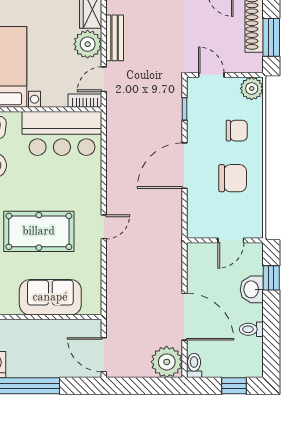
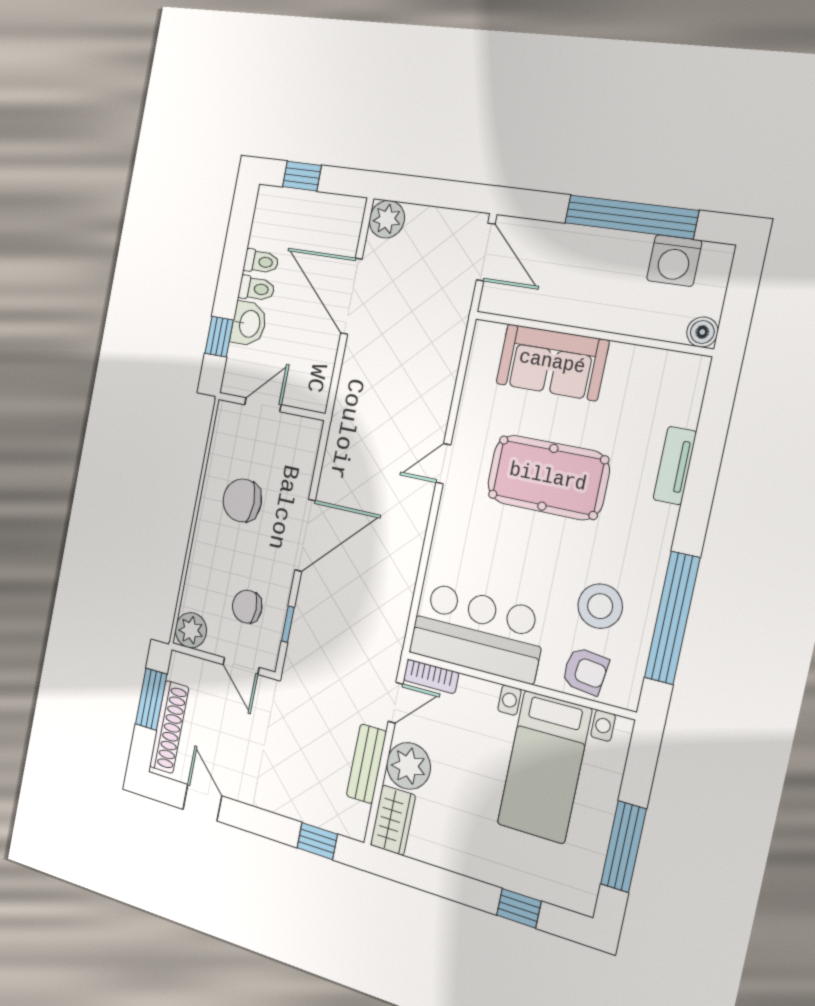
chair: (237, 131) -> (247, 607), moved
plant: (167, 362) -> (387, 219), width x0.73, depth x0.73
toilet: (194, 365) -> (257, 289), moved, turned -90

